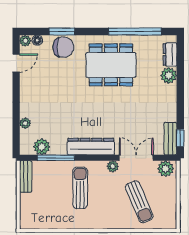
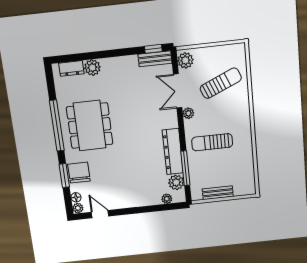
window: (135, 32) -> (57, 126), moved
plant: (25, 123) -> (167, 199), moved
dresser: (91, 147) -> (173, 152), moved
bench: (26, 176) -> (218, 193), moved

